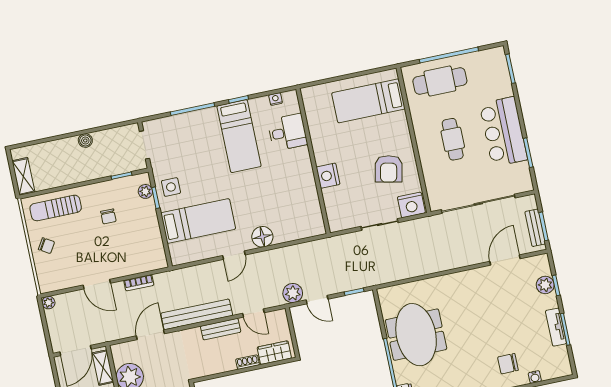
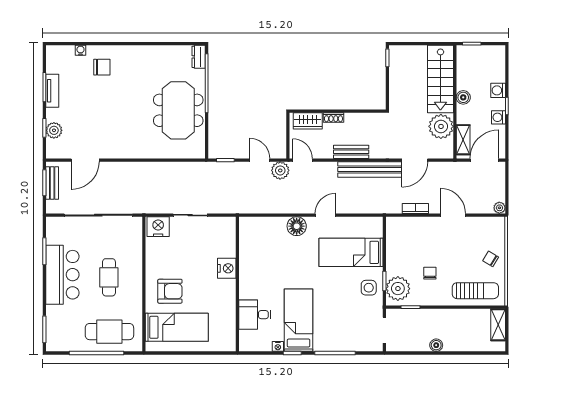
nightstand: (276, 99) -> (278, 346), moved
armchair: (389, 169) -> (170, 291), moved, turned 78
plant: (145, 191) -> (398, 289), width x1.88, depth x1.88
door: (253, 313) -> (303, 160), moved

